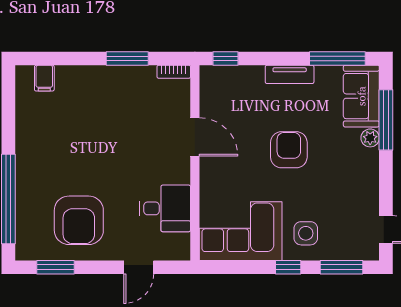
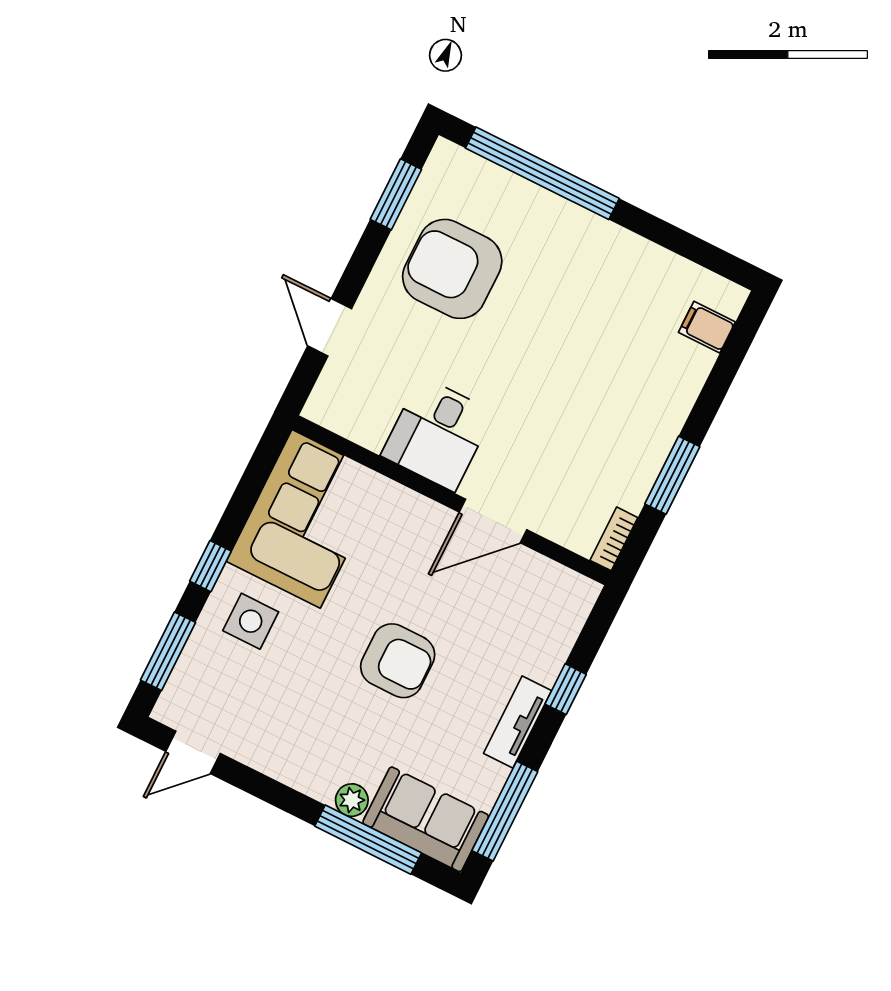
window: (226, 58) -> (566, 689), moved
desk: (165, 208) -> (438, 434), moved

